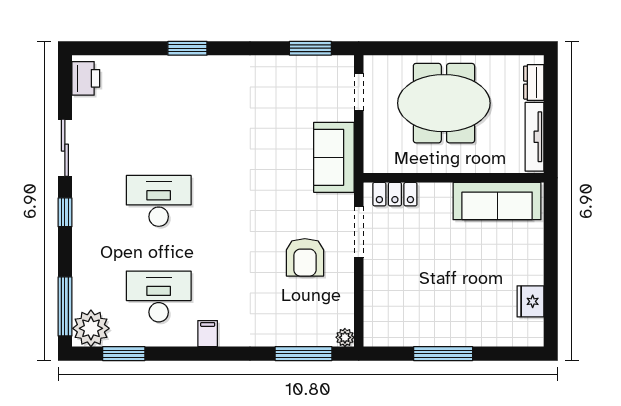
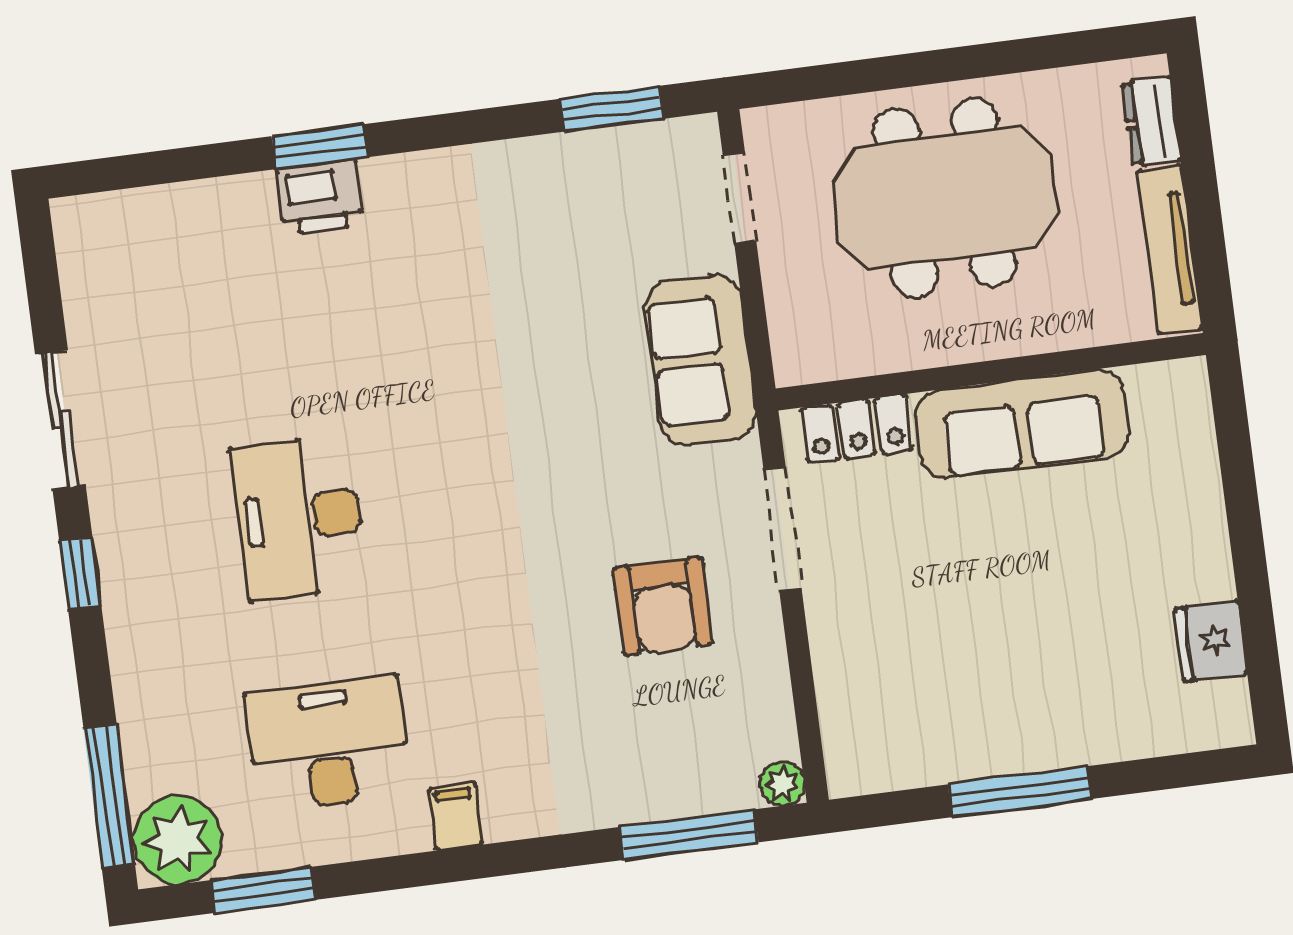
printer: (86, 78) -> (320, 197), moved, turned 90
desk: (159, 201) -> (299, 517), turned -90
sofa: (497, 201) -> (1023, 424), moved

